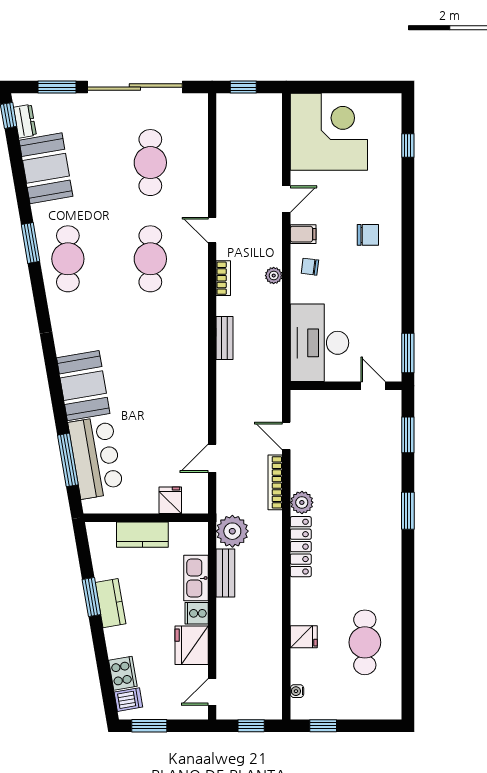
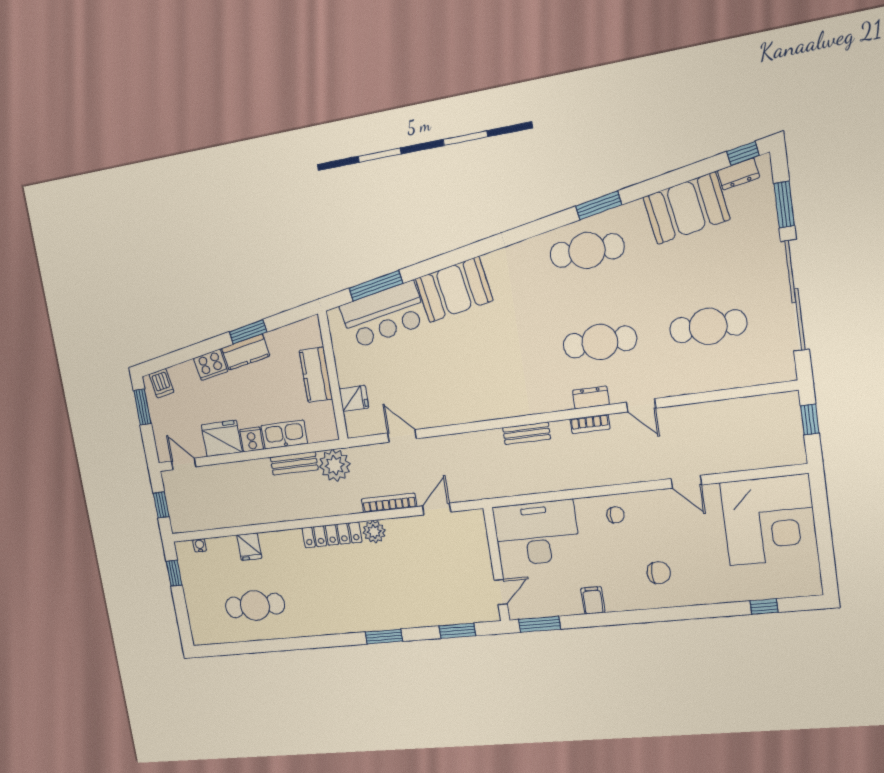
door: (212, 230) -> (641, 405), swing flipped
filing cabinet: (303, 234) -> (593, 600), moved, turned 180
chair: (368, 235) -> (659, 573), turned -90
chair: (310, 267) -> (616, 515), turned 83
dresser: (199, 274) -> (591, 397), added
plant: (274, 276) -> (601, 478), removed
cooker: (123, 673) -> (211, 365), moved

